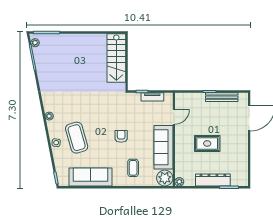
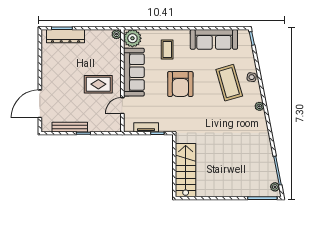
armchair: (121, 136) -> (180, 84), width x1.88, depth x1.88
rug: (207, 143) -> (98, 84), moved
dresser: (213, 180) -> (66, 36), moved

